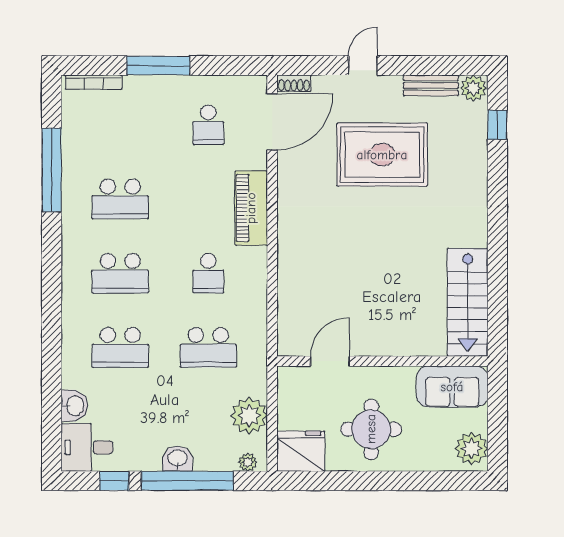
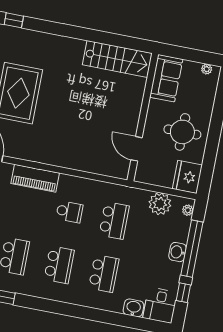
plant: (472, 448) -> (207, 69), width x0.53, depth x0.53

